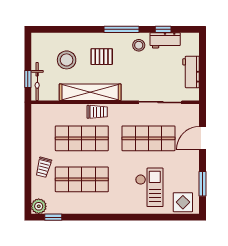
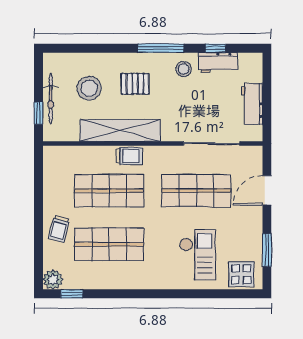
bicycle: (37, 81) -> (51, 99), moved

